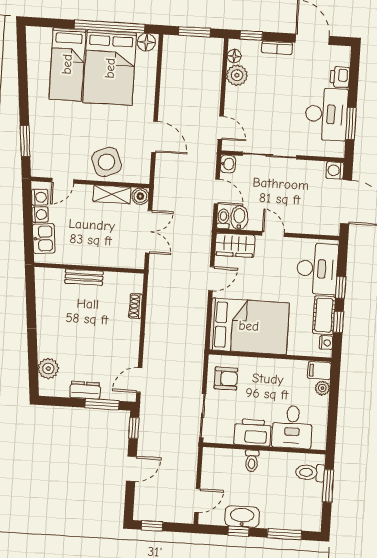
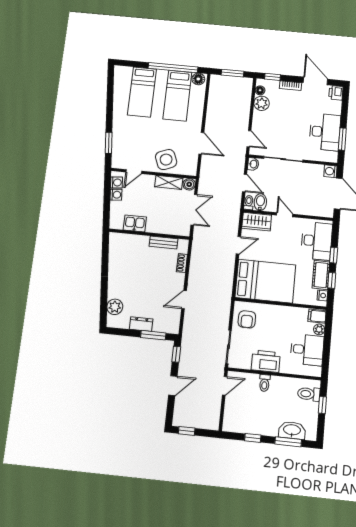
bed: (110, 68) -> (177, 96), width x0.67
printer: (340, 77) -> (336, 93), moved
kitchen sink: (44, 238) -> (135, 223), moved, turned -84
bench: (84, 277) -> (164, 242), moved
armchair: (226, 378) -> (247, 319), turned 90
door: (139, 380) -> (184, 300), moved
desk: (292, 427) -> (307, 350), moved, turned -90
window: (328, 486) -> (322, 405), width x0.67
door: (197, 500) -> (225, 386), moved
washbasin: (242, 517) -> (292, 430), moved

